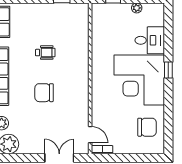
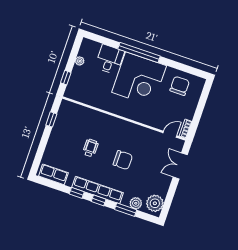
window: (168, 70) -> (139, 52), width x3.17
chair: (44, 93) -> (123, 160), turned -90

